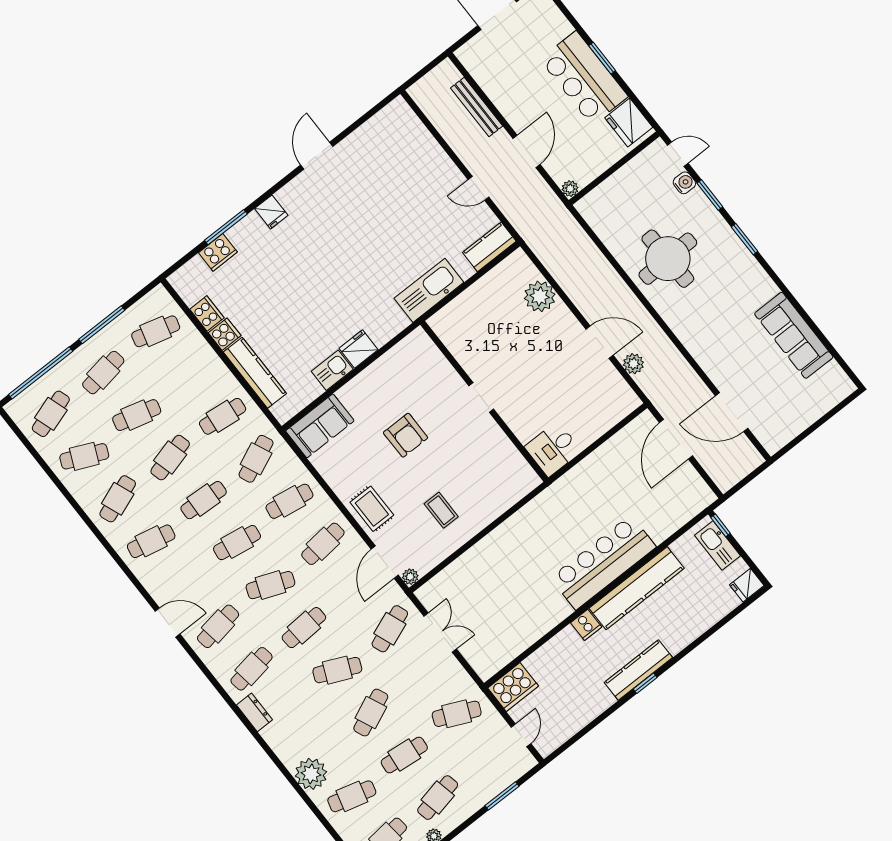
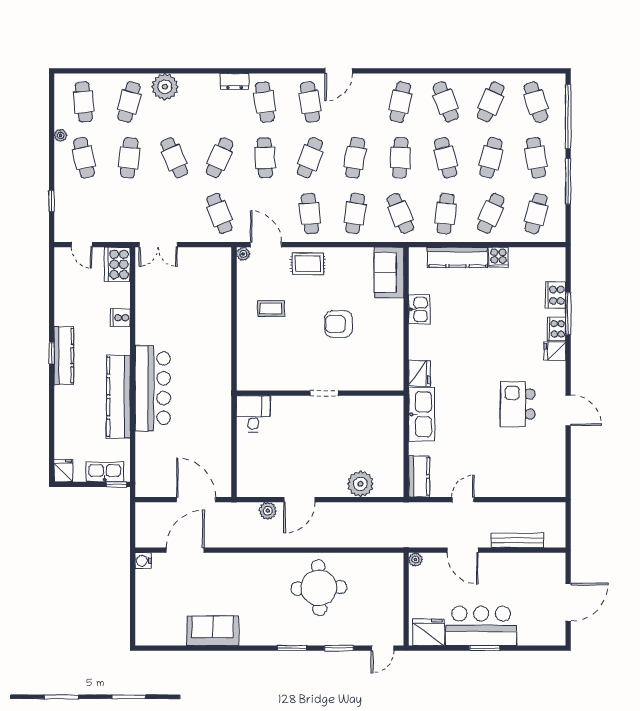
water cooler: (684, 183) -> (143, 561), moved, turned 90
kitchen island: (348, 208) -> (518, 404), added
cooker: (207, 314) -> (557, 329), moved, turned 90
sofa: (794, 335) -> (213, 631), width x0.73
fridge: (359, 349) -> (419, 373), moved
cooker: (586, 625) -> (121, 318), moved
double door: (440, 633) -> (158, 245), moved
cafe table: (457, 714) -> (491, 214), moved
window: (502, 796) -> (52, 201), width x0.67

